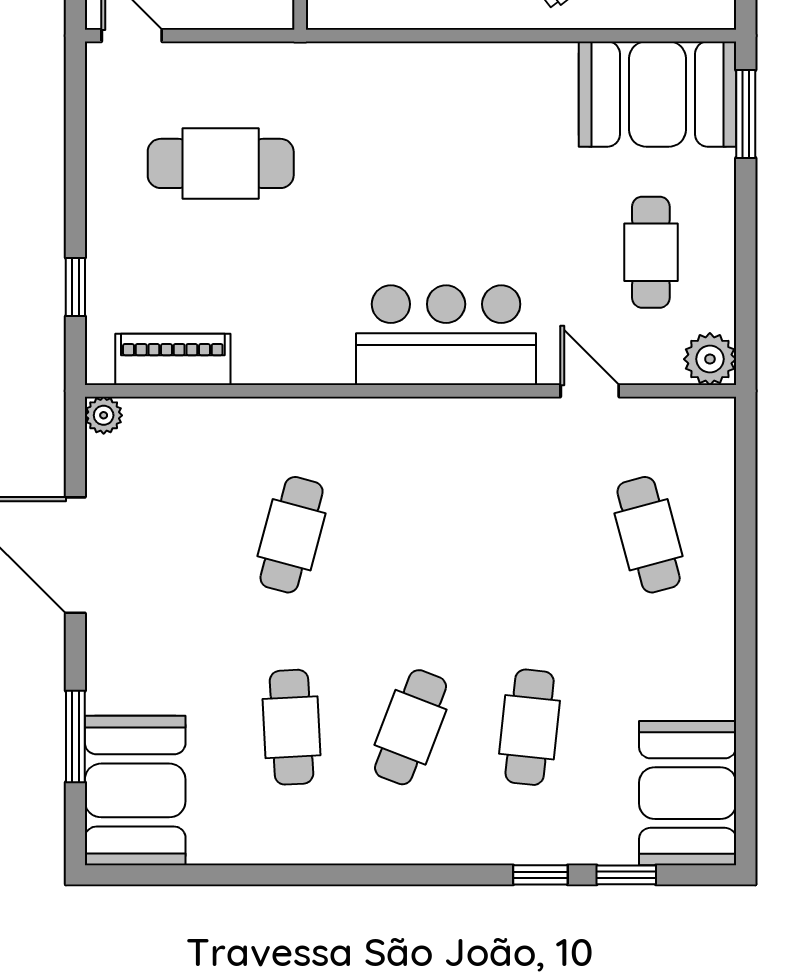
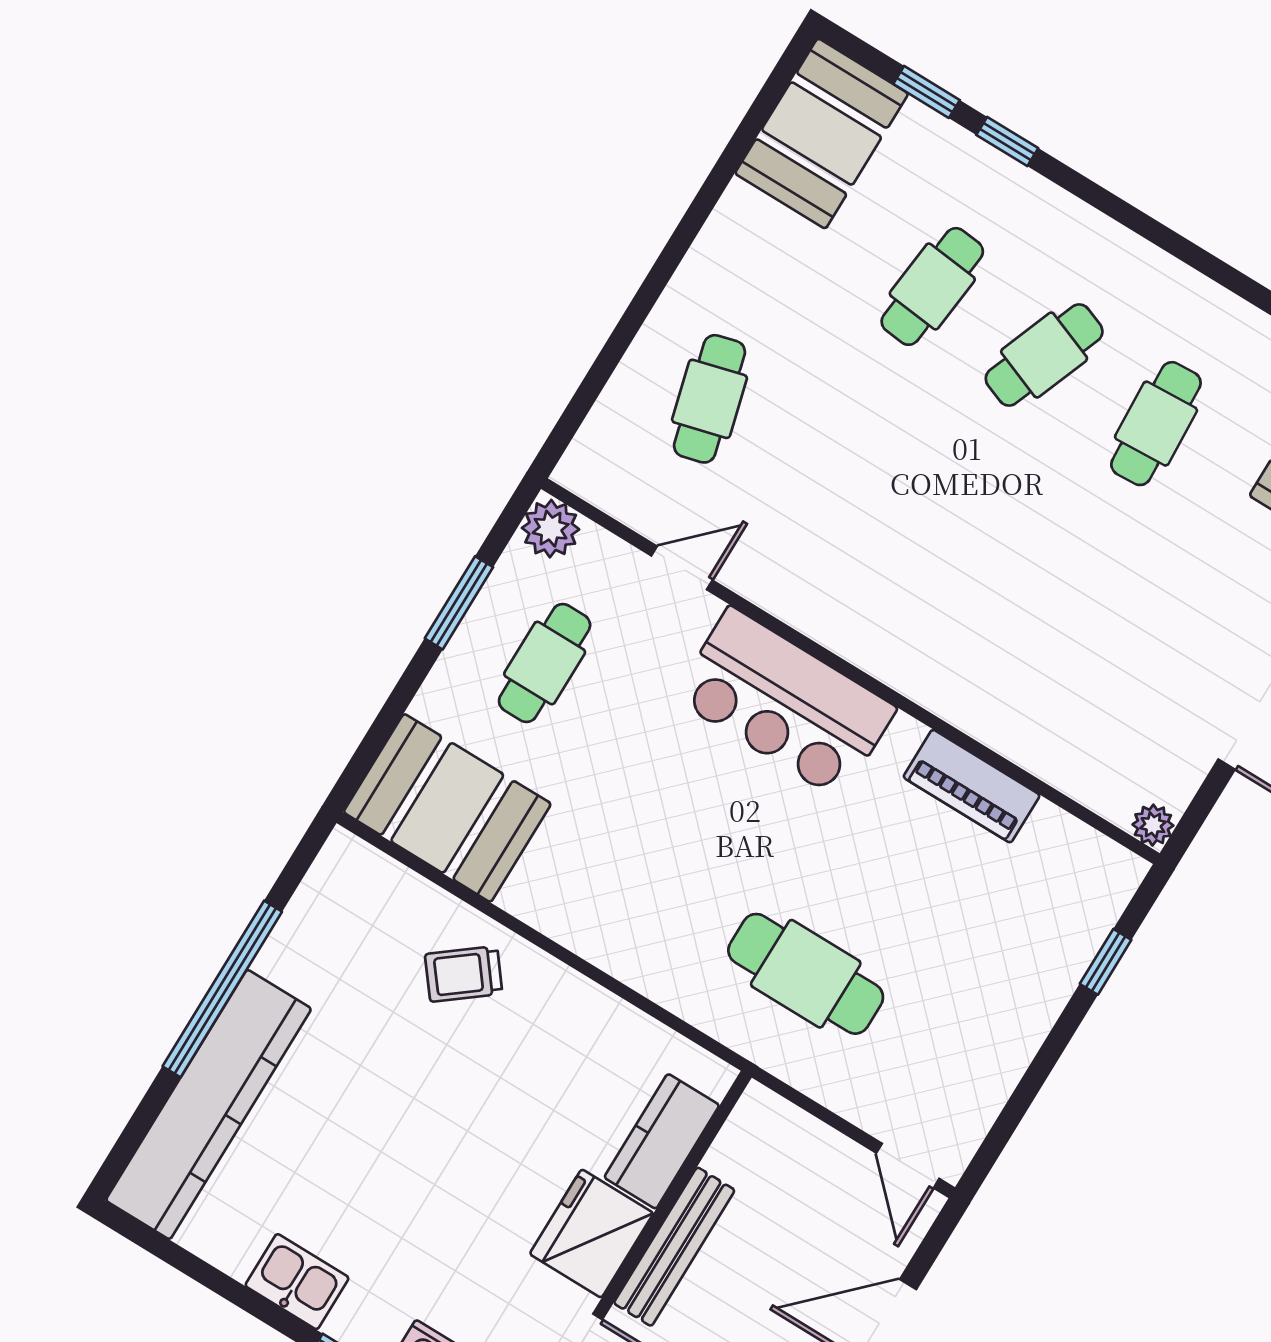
window: (746, 114) -> (459, 603), moved
cafe table: (221, 163) -> (806, 974), moved
piano: (173, 359) -> (972, 786), moved
door: (590, 391) -> (682, 568), swing flipped
cafe table: (292, 535) -> (1045, 604), removed

